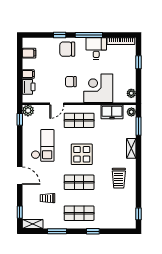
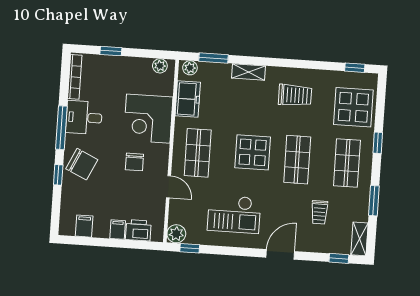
chair: (67, 49) -> (82, 164), turned -65
checkout: (43, 145) -> (234, 214), turned 180
display table: (114, 215) -> (353, 107), added

